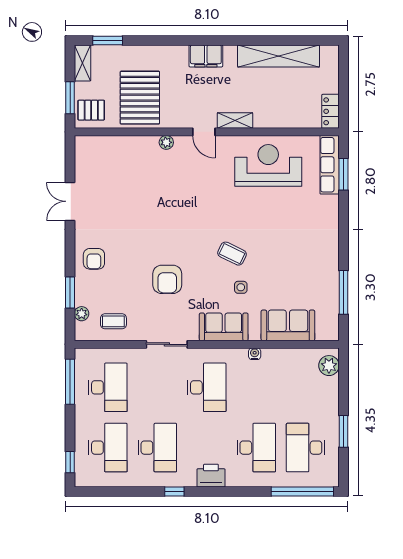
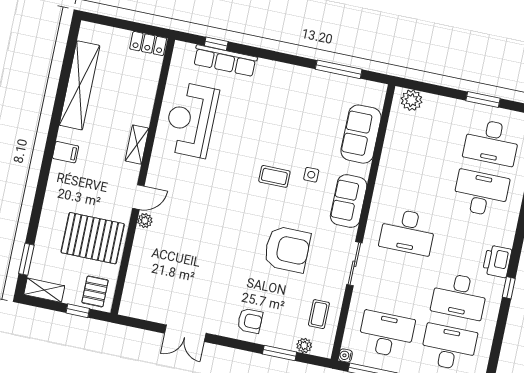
filing cabinet: (206, 56) -> (66, 152), width x0.50
window: (70, 98) -> (78, 311), width x0.67
door: (204, 132) -> (138, 197), moved
row of seats: (330, 165) -> (225, 61), moved
window: (343, 174) -> (216, 44), width x0.67
coffee table: (232, 254) -> (274, 176), turned 64
armchair: (167, 279) -> (287, 249), width x1.36, depth x1.36
water cooler: (255, 354) -> (345, 356), moved
desk: (207, 387) -> (408, 232), turned 180
desk: (157, 448) -> (459, 296), turned 180
printer: (211, 476) -> (497, 261), moved

